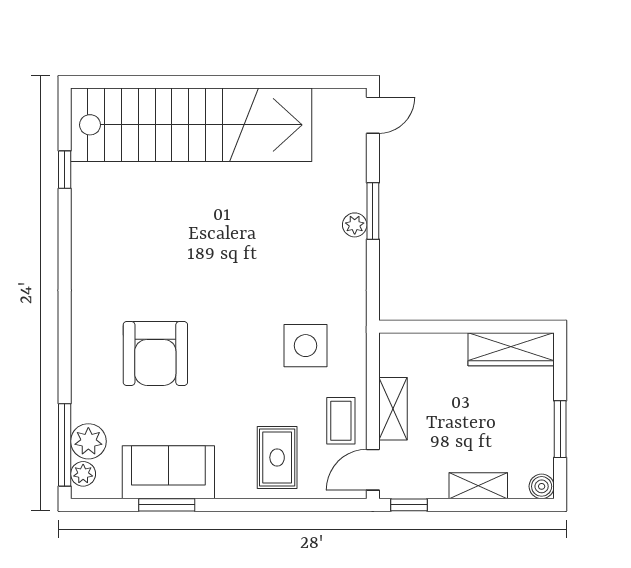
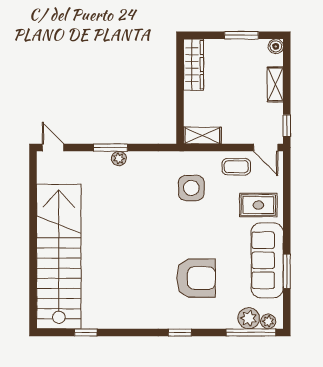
window: (65, 326) -> (180, 332), added
shelving: (393, 409) -> (202, 136), moved
sofa: (168, 472) -> (267, 260), width x1.36

